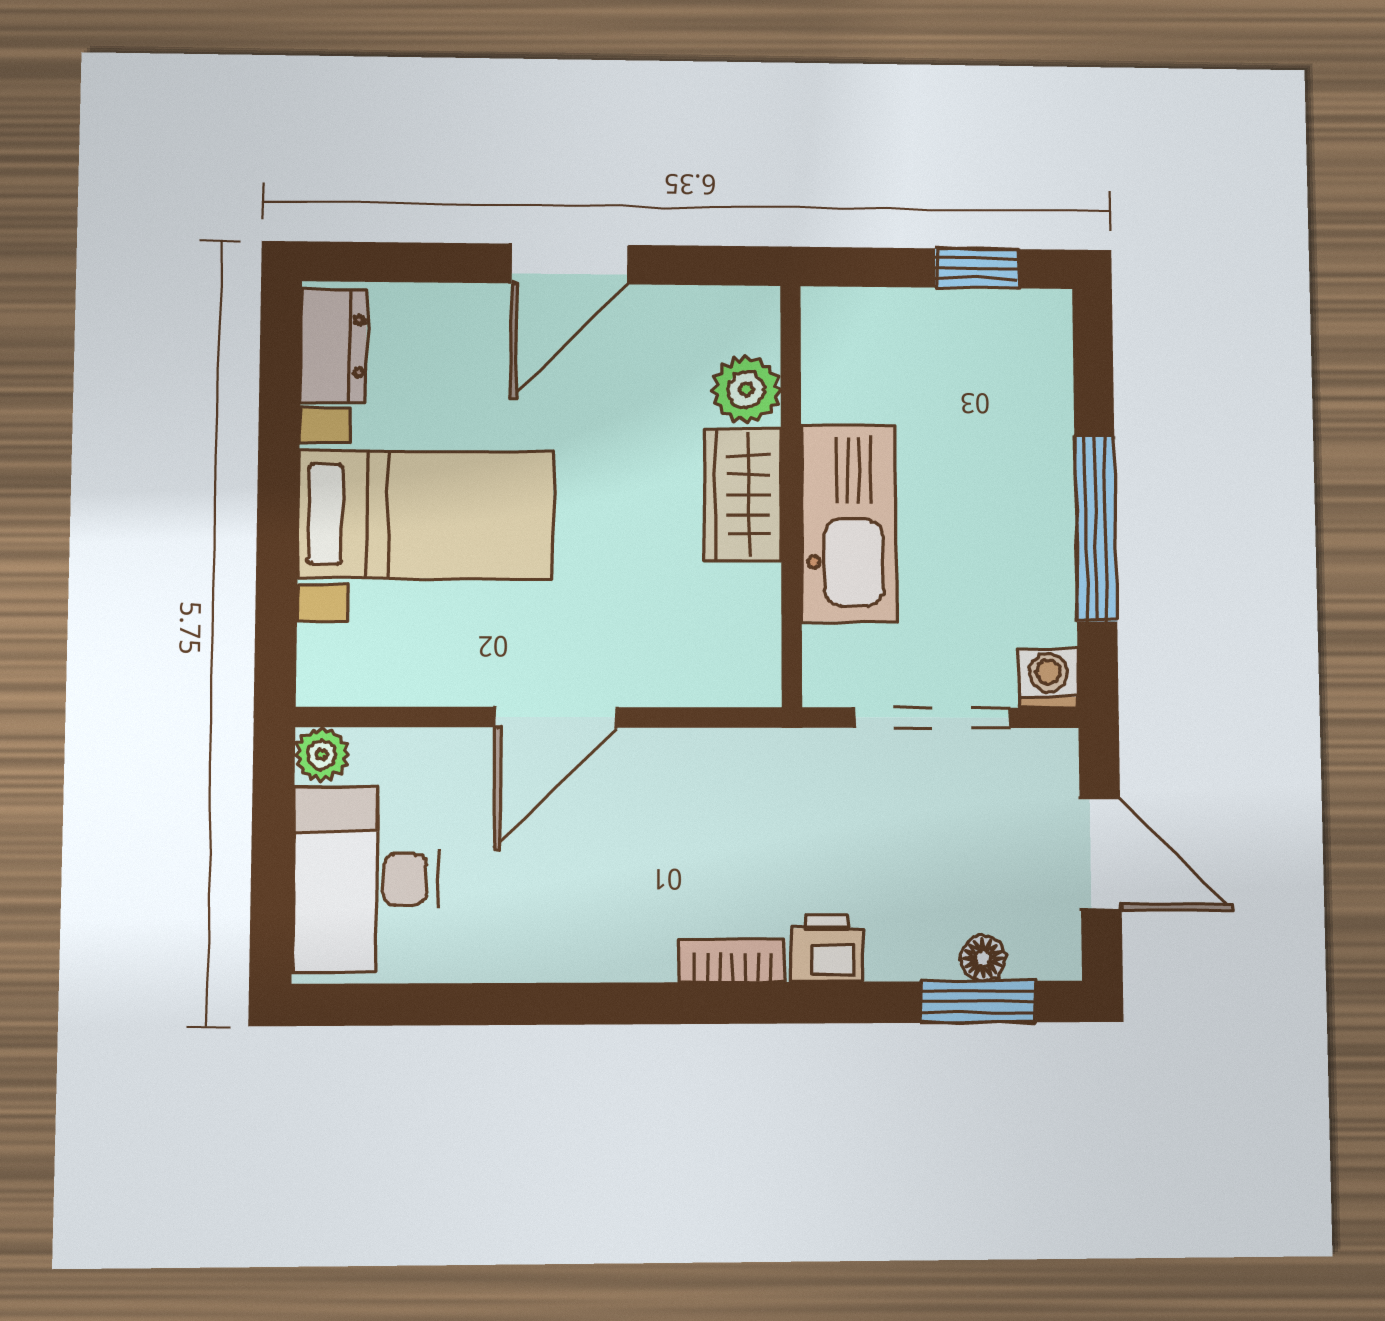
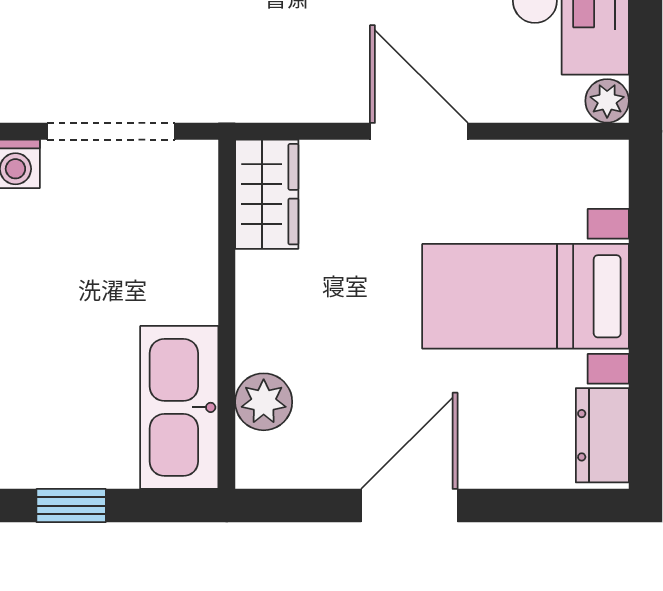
wardrobe: (743, 495) -> (267, 194), moved
kitchen sink: (849, 523) -> (179, 407), moved
door: (556, 717) -> (419, 131), hinge flipped

